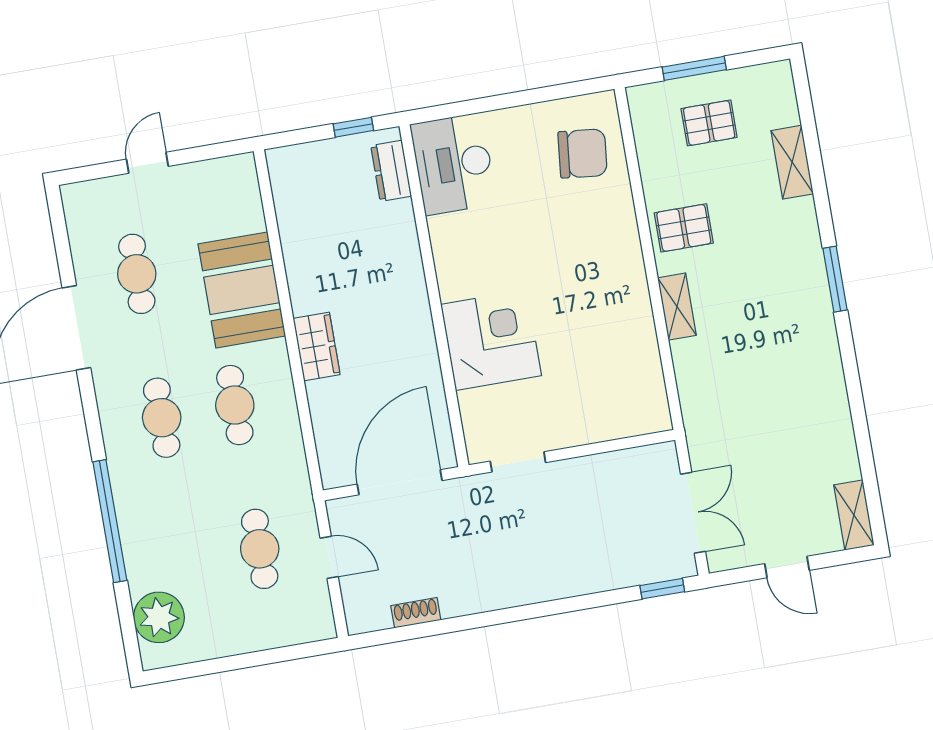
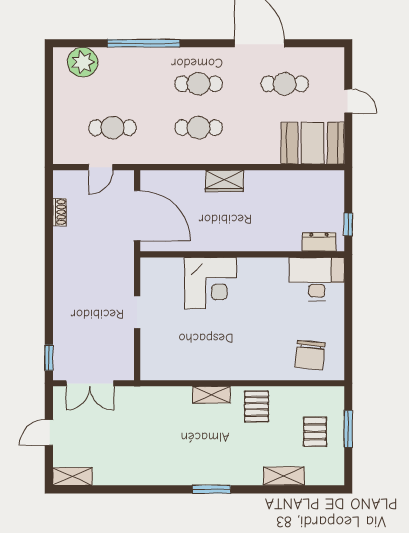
booth: (242, 290) -> (313, 143), moved
doorway: (518, 462) -> (137, 312), moved

